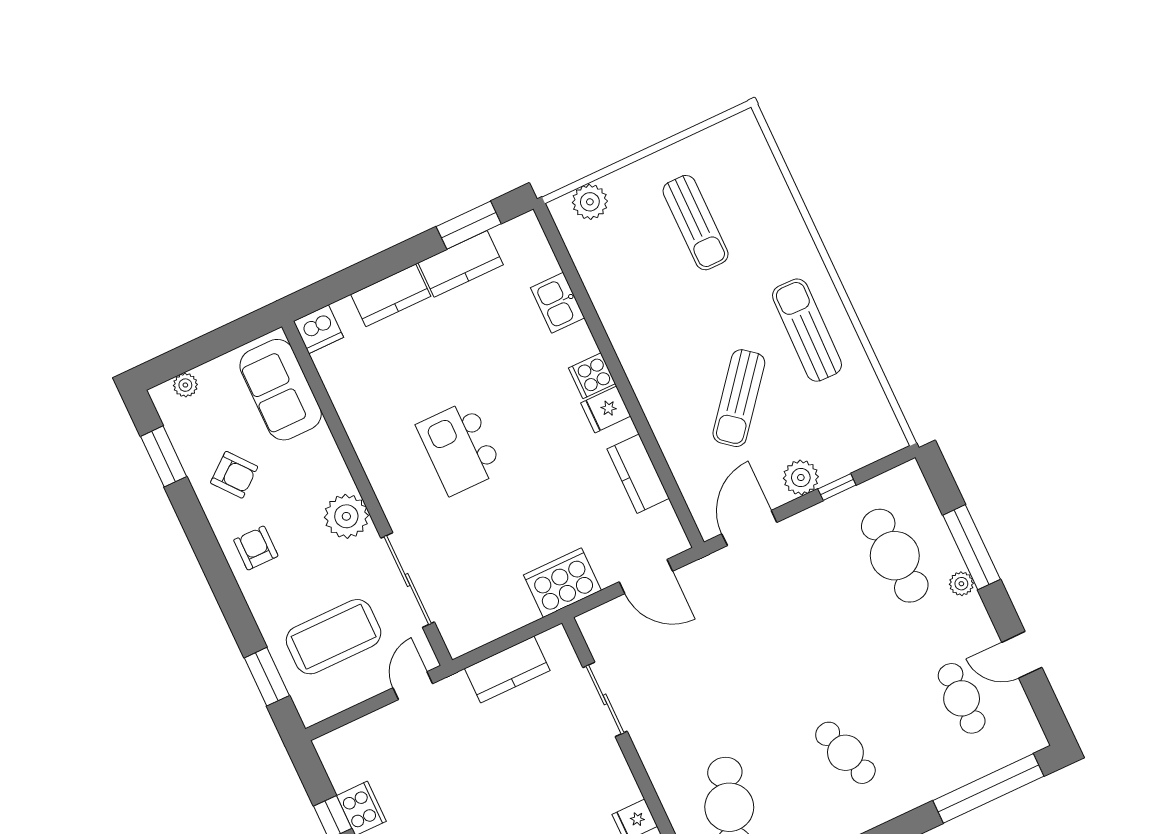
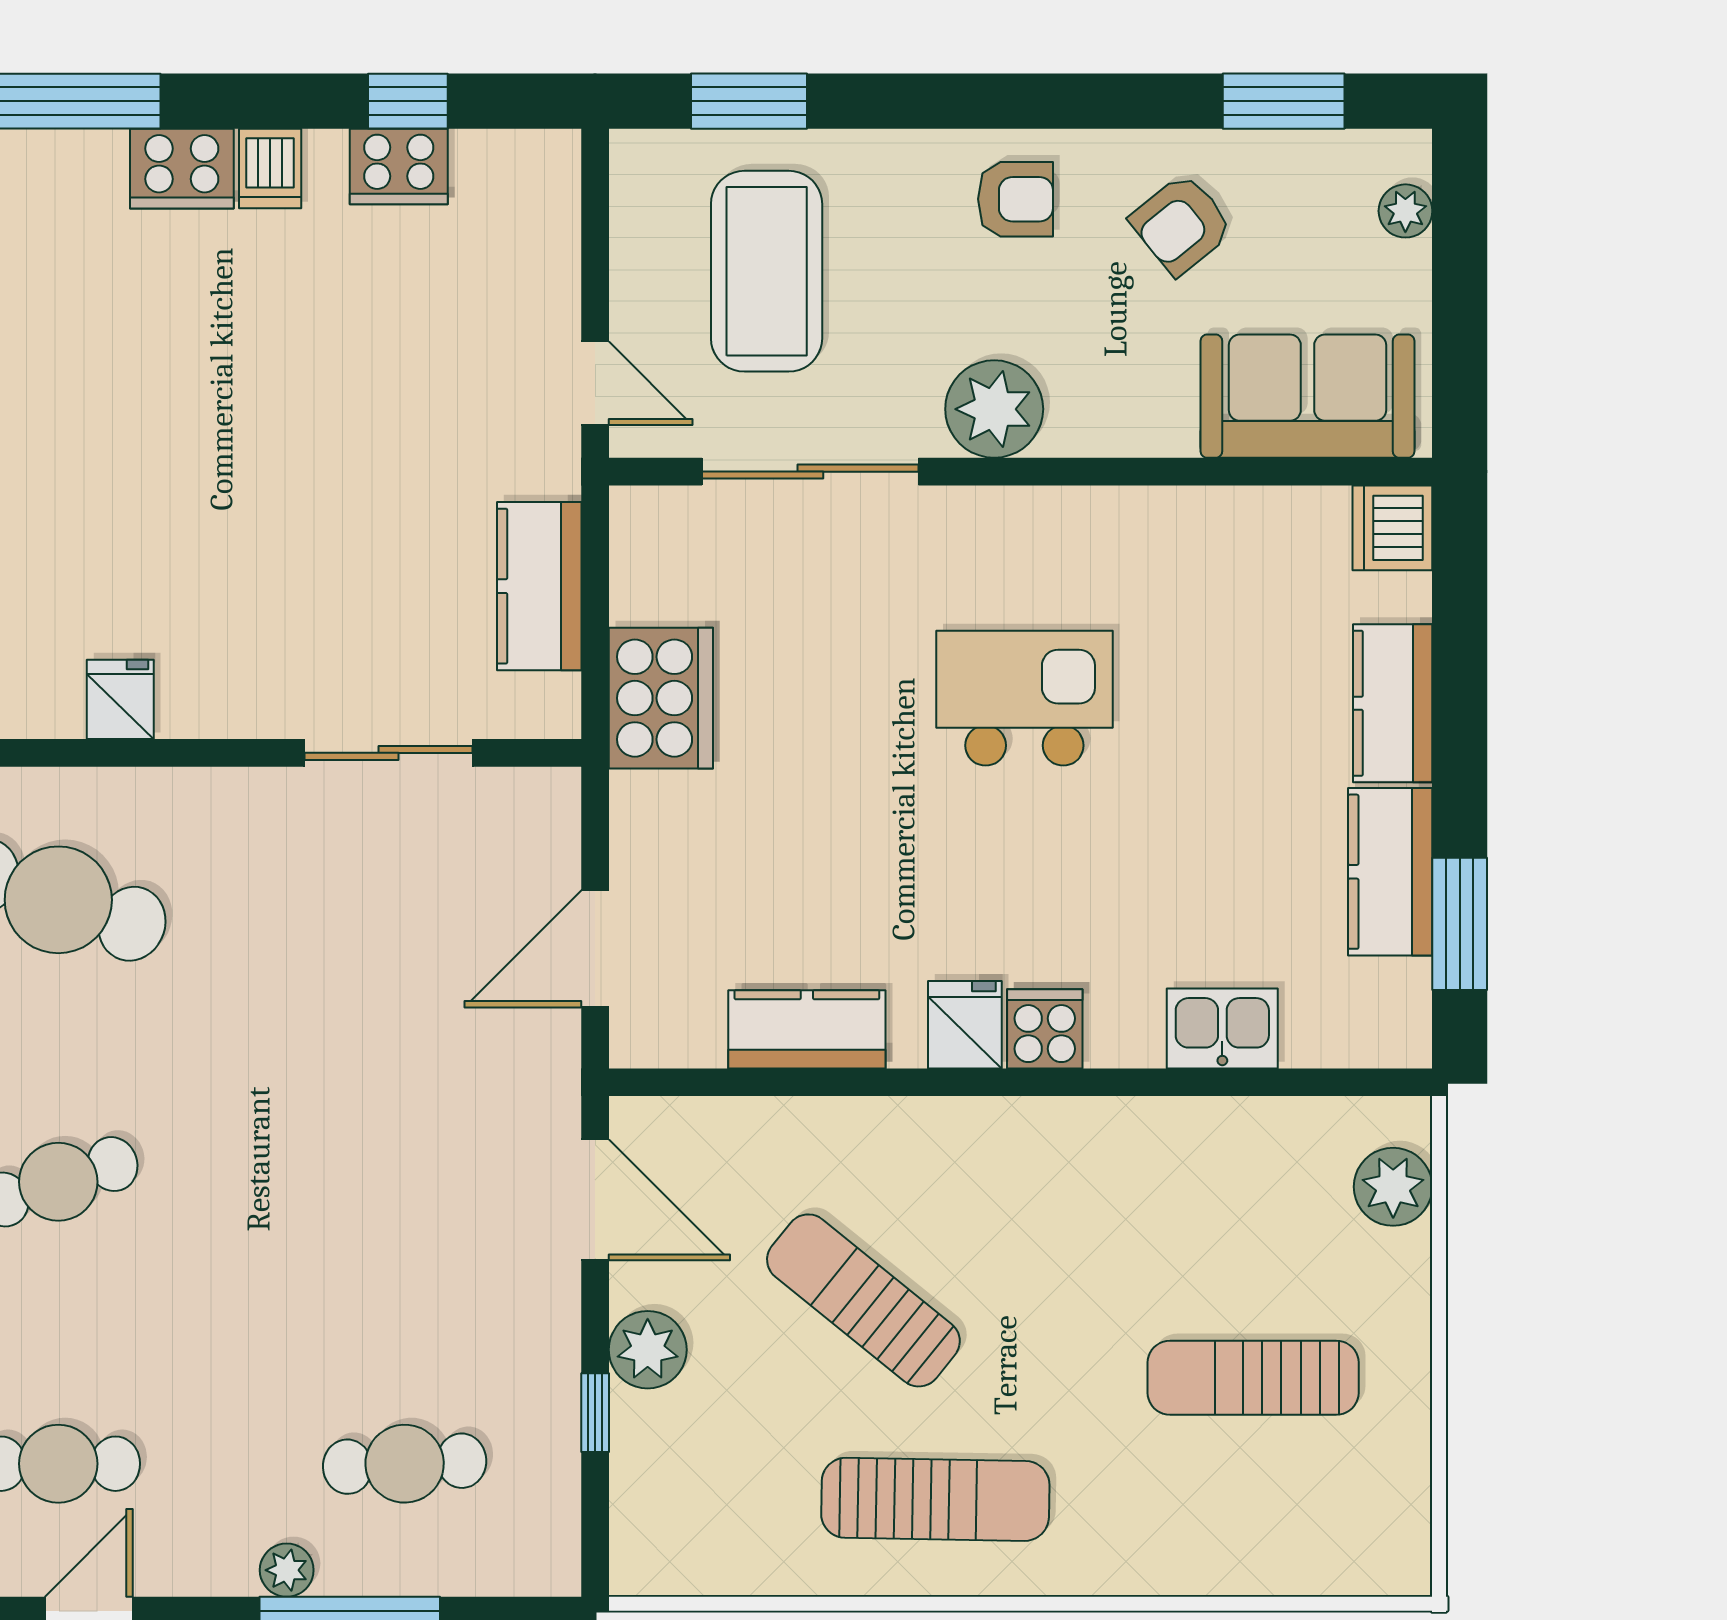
cafe table: (895, 556) -> (405, 1464), width x0.73, depth x0.74
cooker: (562, 583) -> (661, 698), moved

